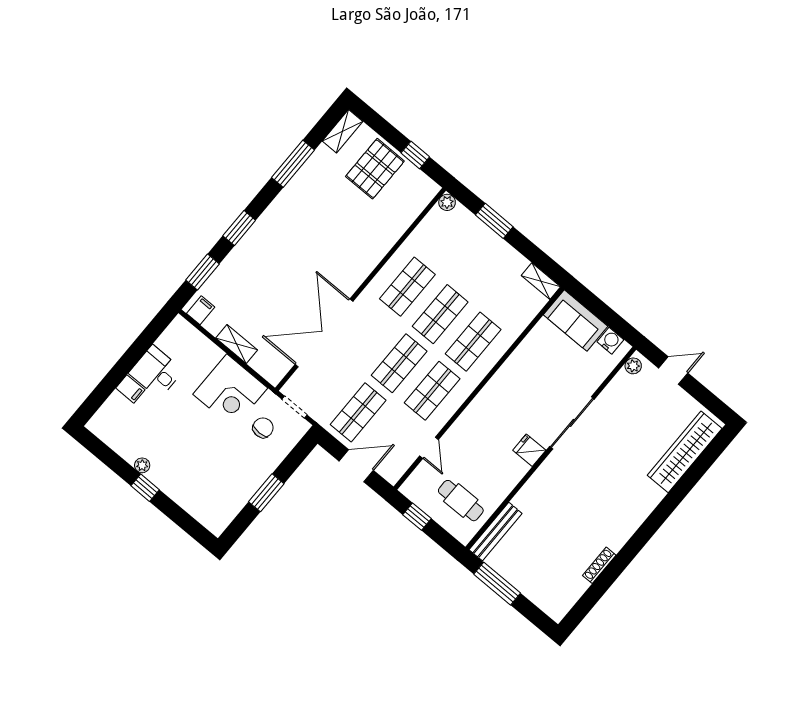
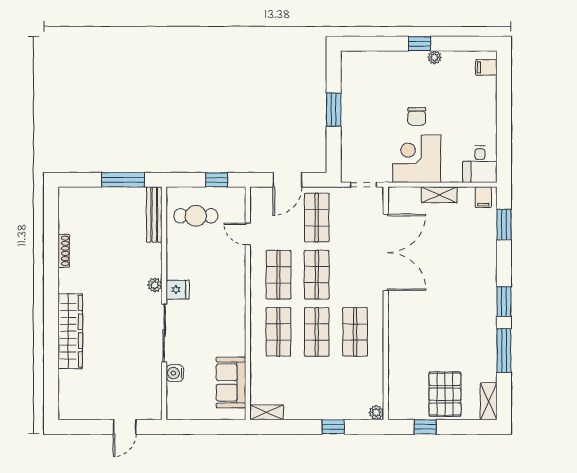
window: (494, 221) -> (333, 427), width x0.67
window: (239, 228) -> (504, 302), moved
sofa: (576, 321) -> (231, 383), moved, turned -90
water cooler: (610, 341) -> (175, 373), moved, turned 90
plant: (633, 366) -> (155, 285), moved
desk: (156, 372) -> (480, 164), moved, turned 90
filing cabinet: (130, 389) -> (486, 67), moved
chair: (263, 428) -> (417, 116), moved
wardrobe: (685, 452) -> (70, 331), moved

